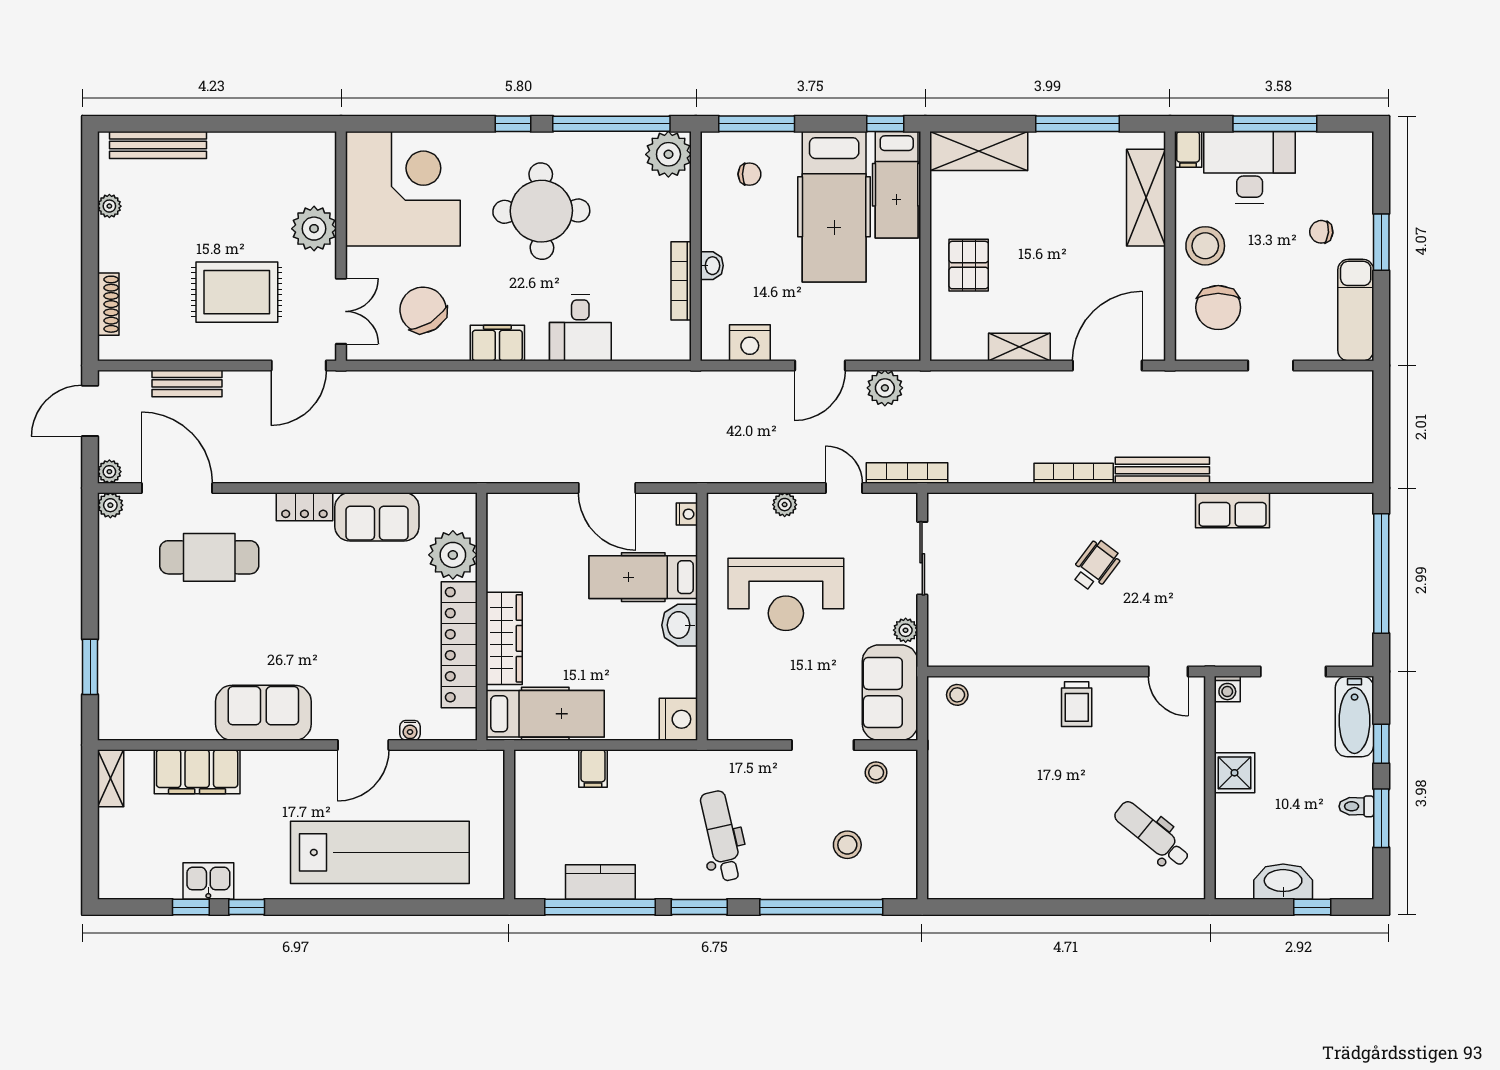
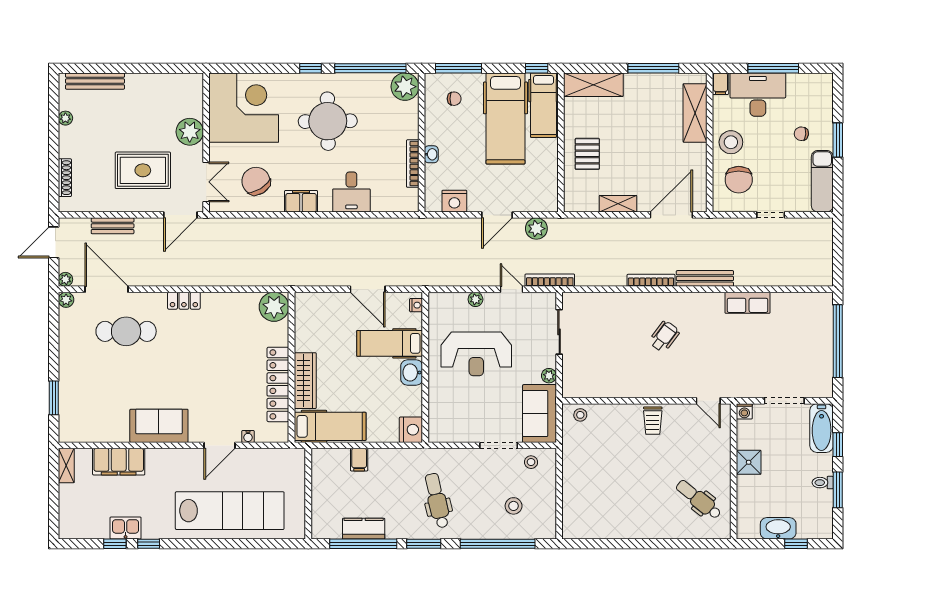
sofa: (377, 517) -> (228, 307), removed
plant: (453, 555) -> (274, 307), moved

